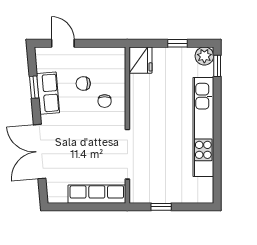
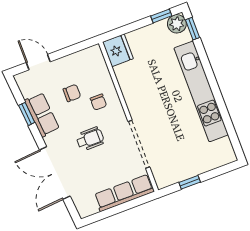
window: (177, 43) -> (161, 16), moved
chair: (83, 84) -> (72, 93), turned 180
wheelchair: (84, 132) -> (90, 139), added

